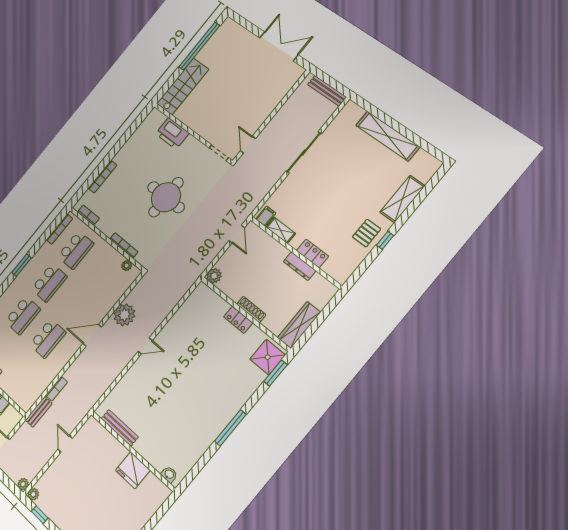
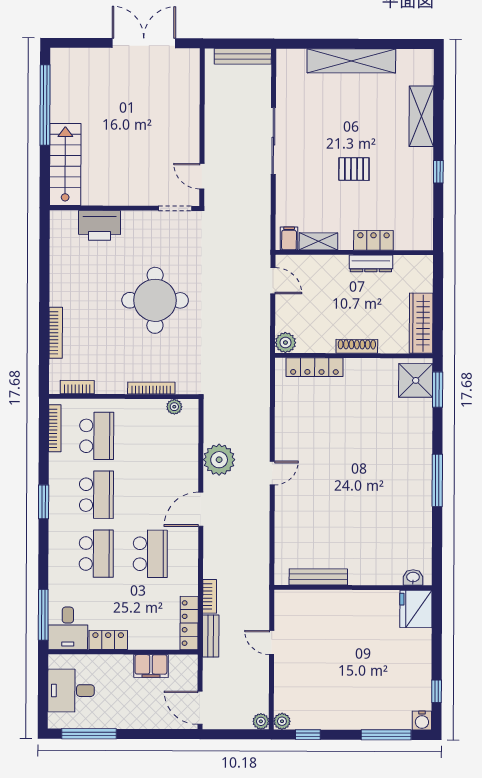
pallet: (367, 233) -> (354, 169), moved, turned 90
locker: (238, 320) -> (314, 367), moved, width x1.53
locker: (34, 395) -> (189, 623), added
fridge: (133, 470) -> (416, 609), moved, turned 90

